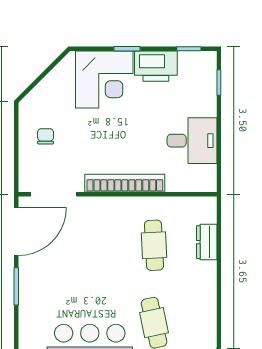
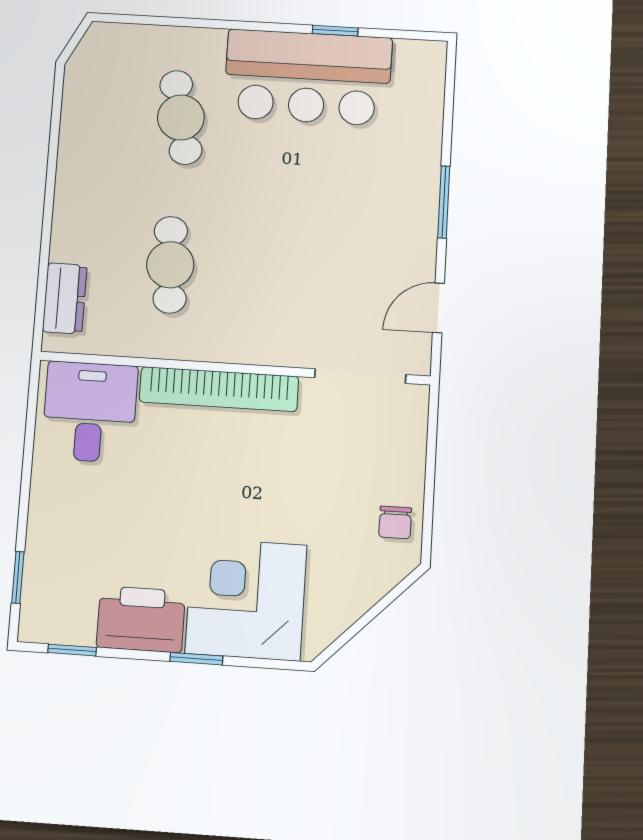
chair: (46, 136) -> (395, 522), moved
desk: (192, 141) -> (90, 412), moved, turned 90
door: (16, 231) -> (438, 308), width x0.53
dresser: (207, 242) -> (65, 298), moved

